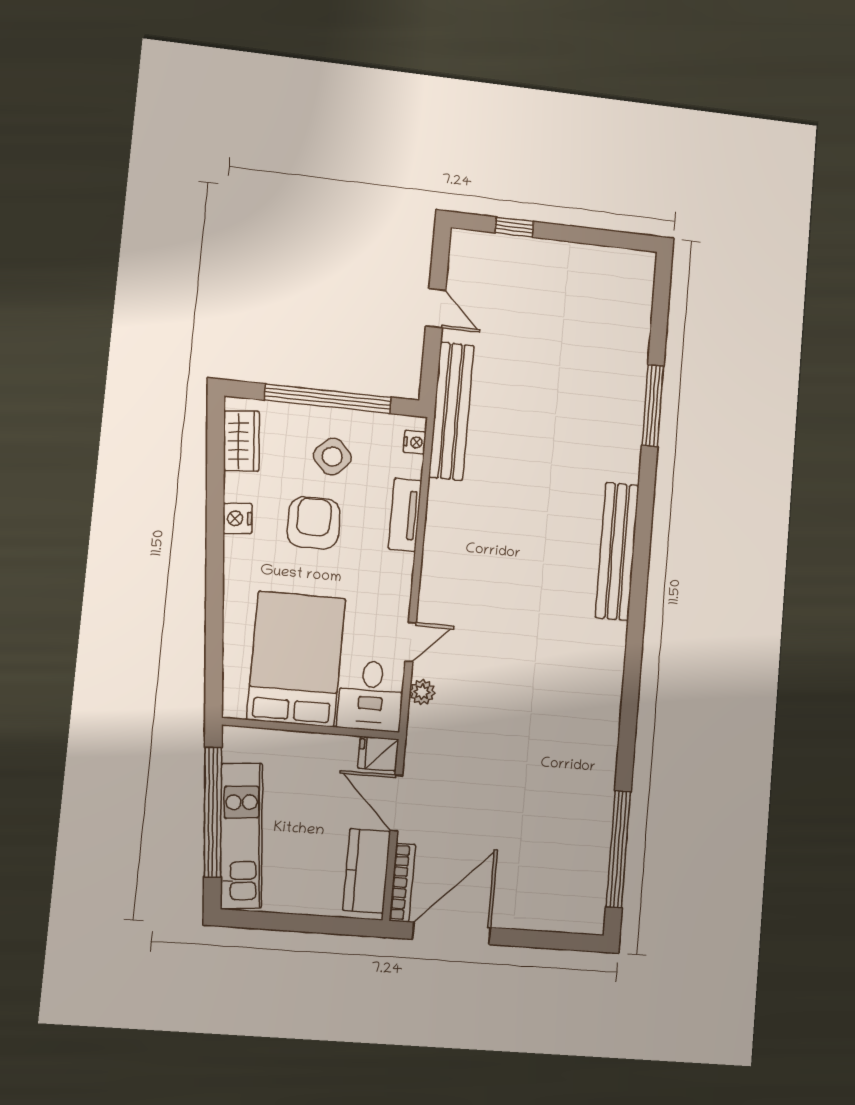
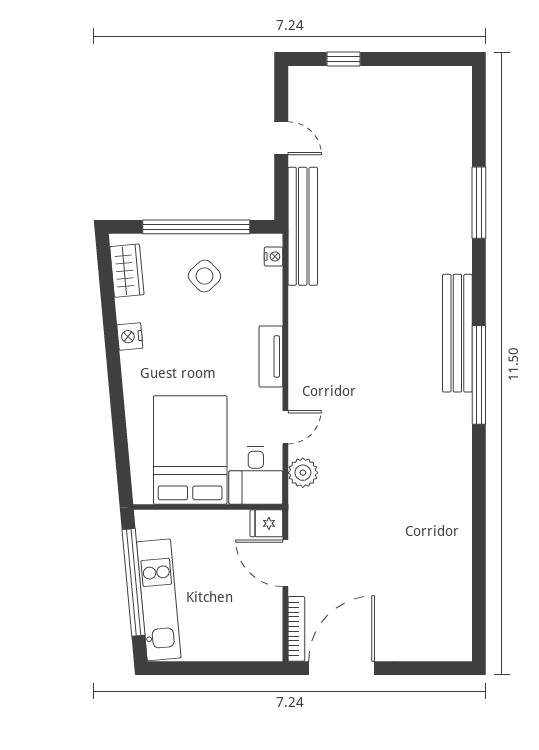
tv unit: (405, 515) -> (271, 356), moved
armchair: (314, 523) -> (194, 334), removed
plant: (422, 692) -> (303, 473), width x1.38, depth x1.38
window: (618, 849) -> (479, 375), moved
kitchen counter: (367, 871) -> (266, 621), removed

